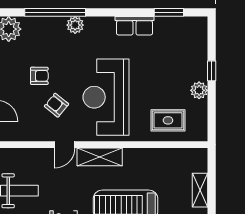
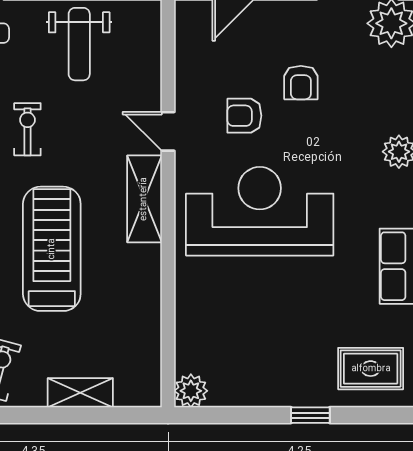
plant: (199, 90) -> (191, 391), moved
armchair: (57, 105) -> (244, 116), turned -129
rug: (168, 120) -> (371, 369), moved, turned 90

